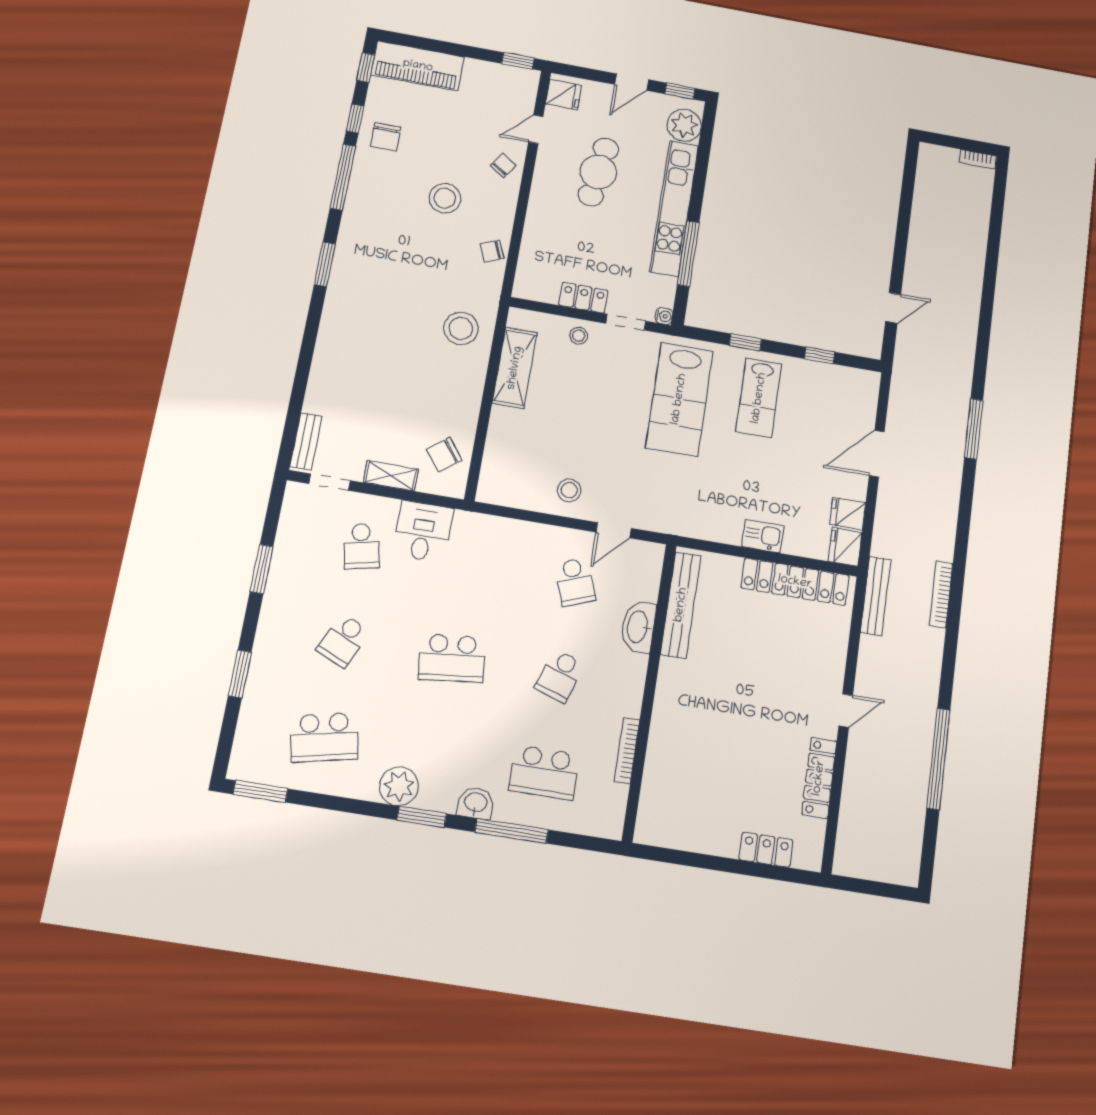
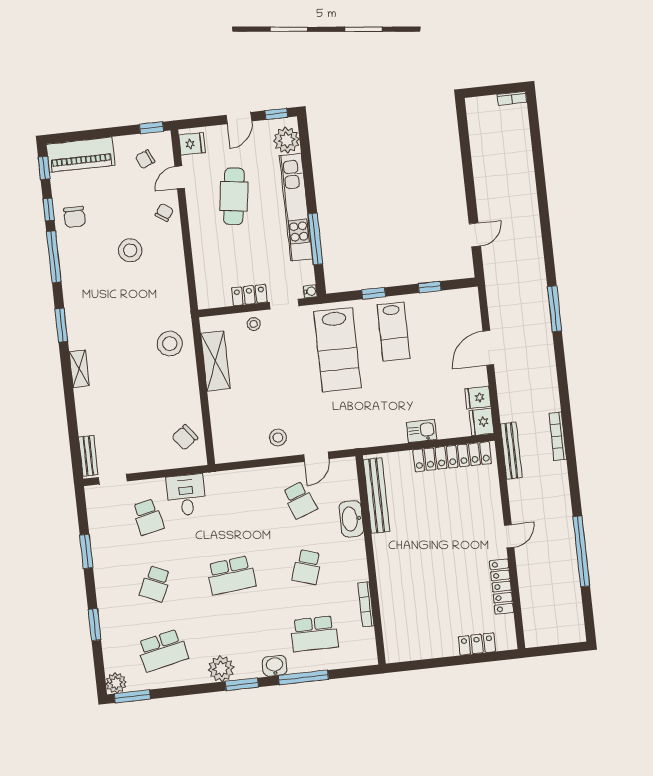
chair: (492, 251) -> (145, 159), moved
shelving: (391, 476) -> (79, 369), moved, turned 90
plant: (244, 766) -> (116, 683), added

